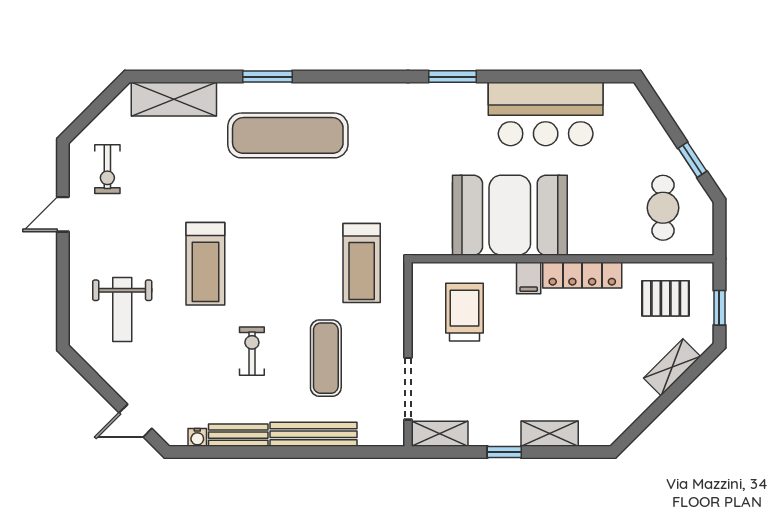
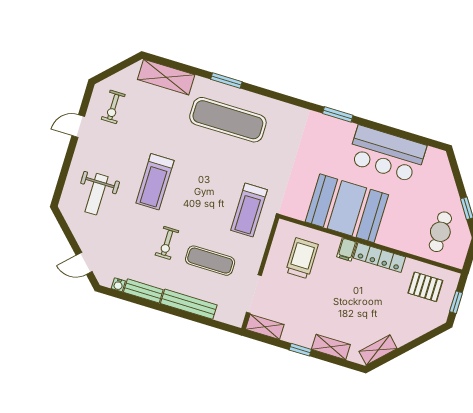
exercise bike: (252, 351) -> (167, 243), turned 180
exercise mat: (326, 358) -> (210, 261), turned 90
shelving: (672, 367) -> (378, 350), moved

